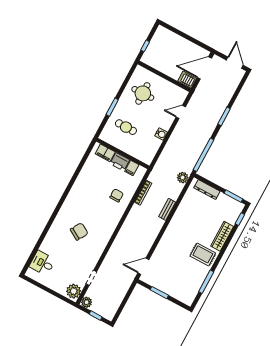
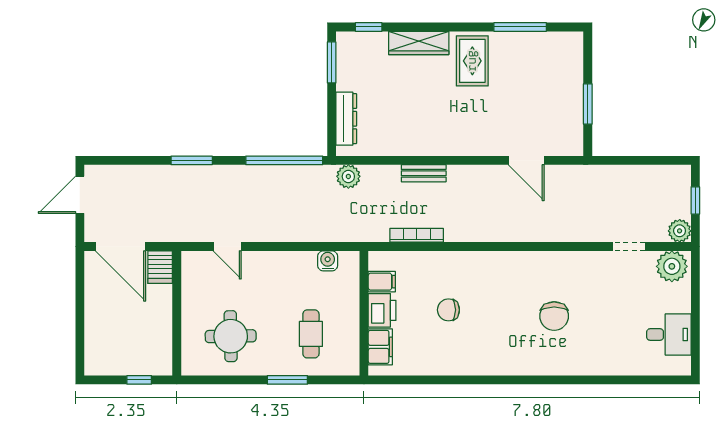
water cooler: (161, 134) -> (328, 261), moved
chair: (117, 195) -> (448, 310), moved
chair: (79, 231) -> (554, 316), turned -121
desk: (42, 263) -> (669, 335), moved, turned -90
door: (143, 266) -> (526, 160), moved

